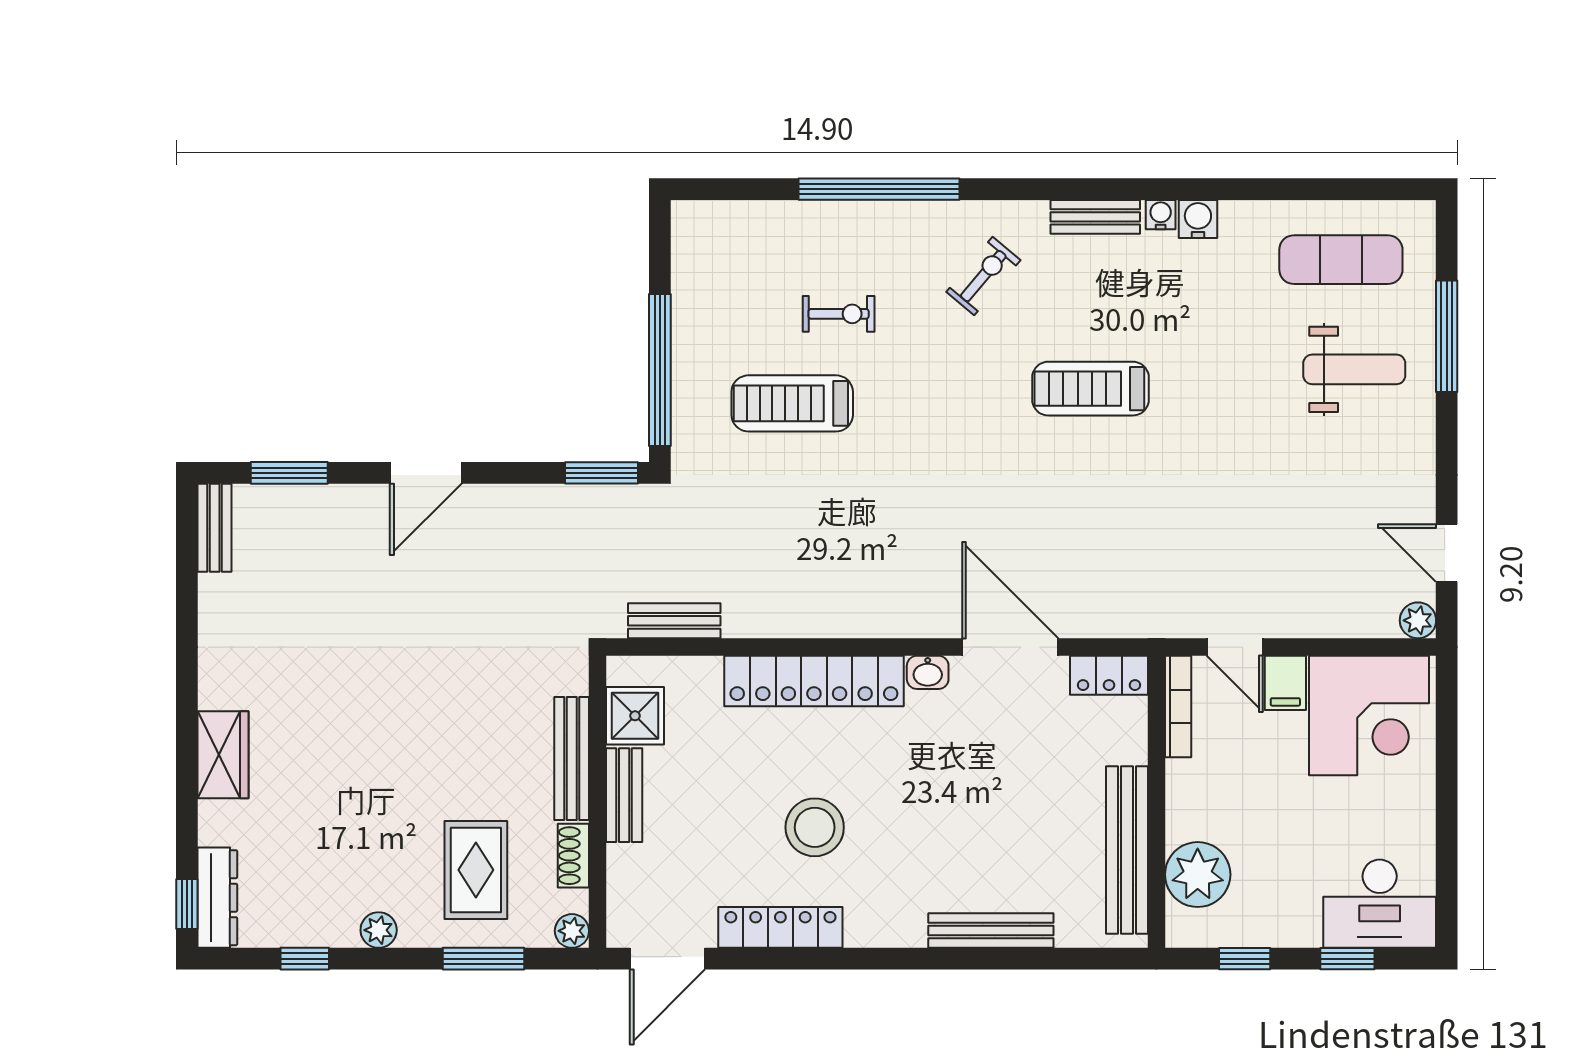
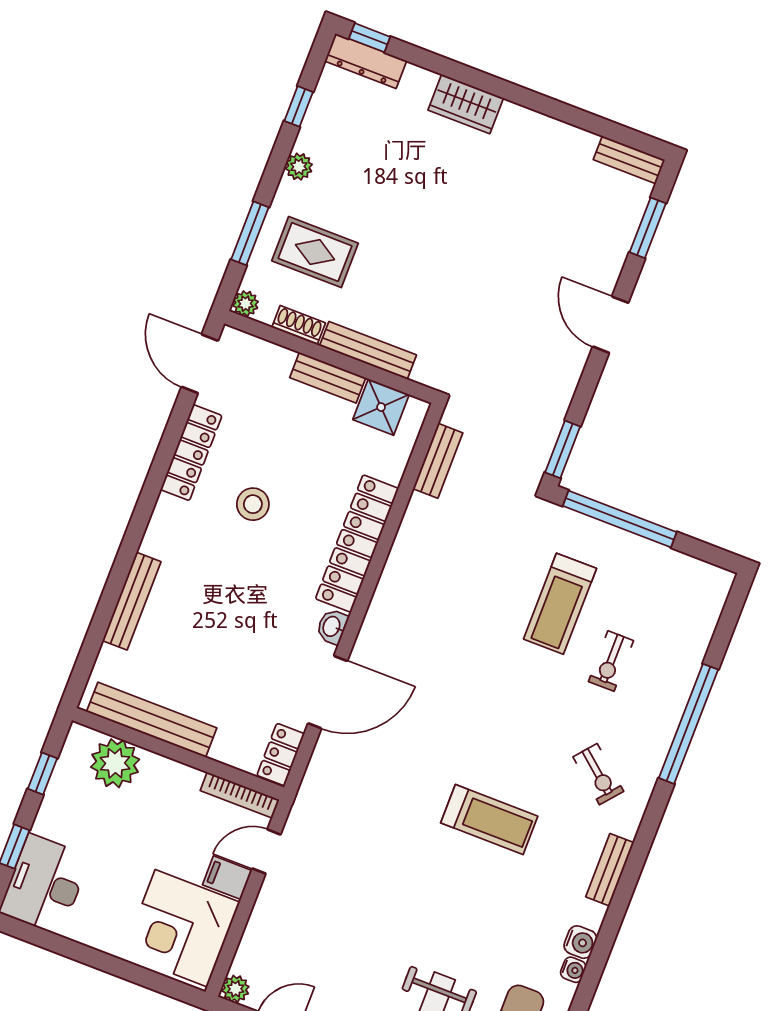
water cooler: (1161, 215) -> (573, 970), moved
treadmill: (1090, 389) -> (489, 820), turned 90
treadmill: (792, 403) -> (560, 604), turned 180
stool: (815, 827) -> (253, 504), width x0.73, depth x0.73

